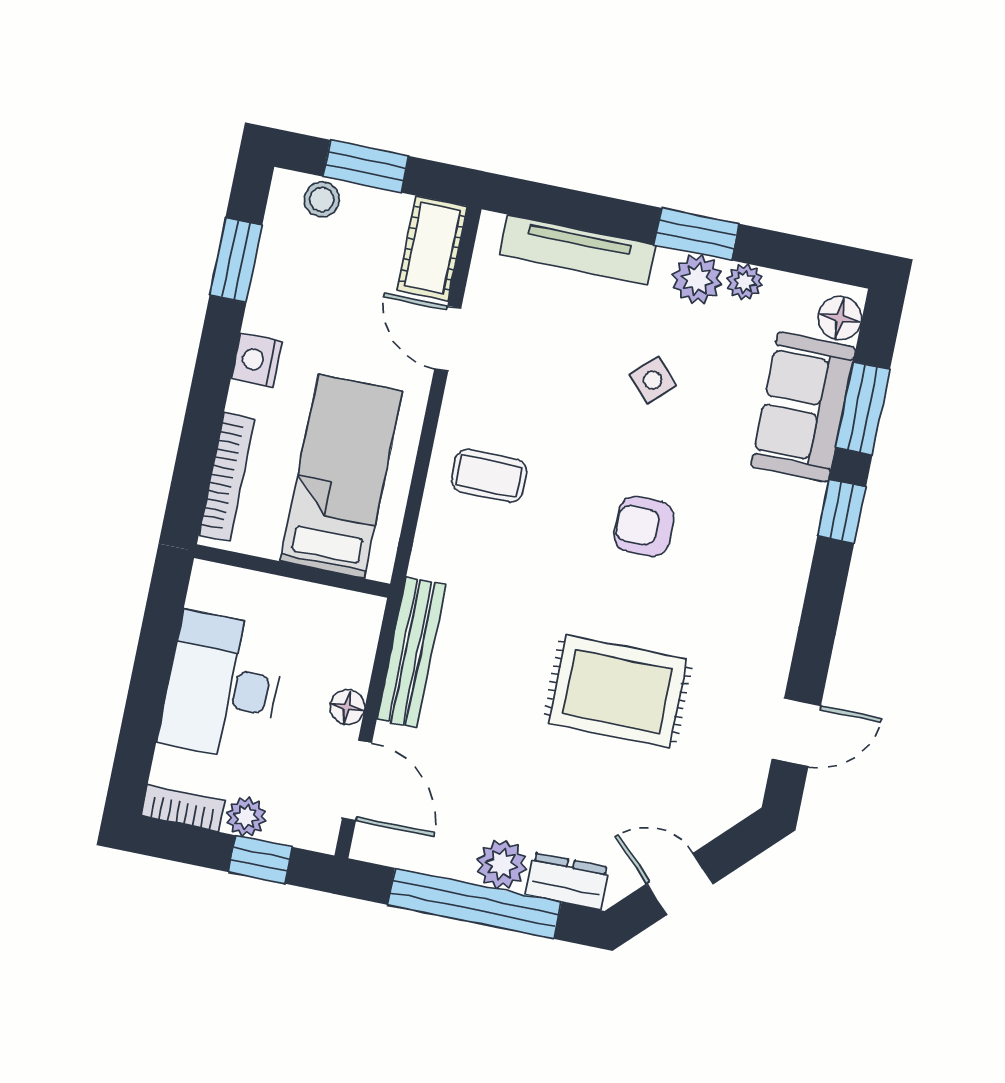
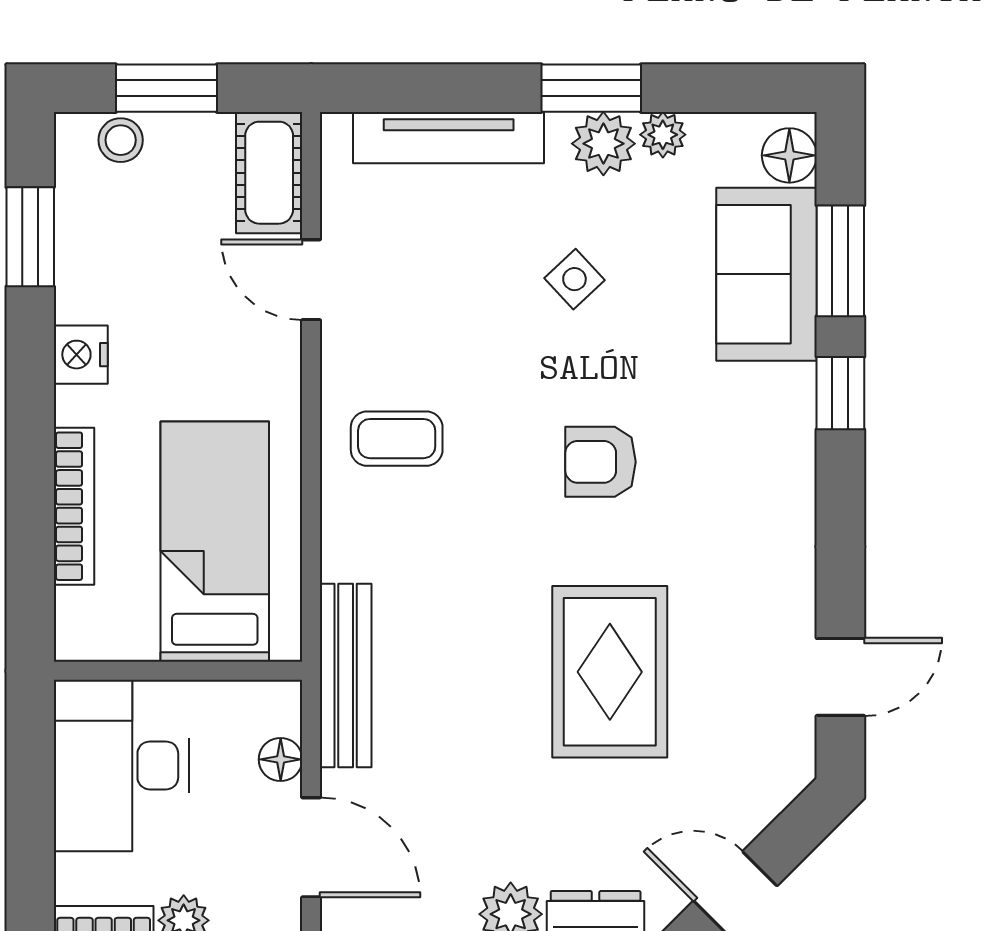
bed: (341, 476) -> (215, 542), moved
wall: (292, 571) -> (178, 671), moved
rug: (618, 691) -> (610, 672), turned 90

